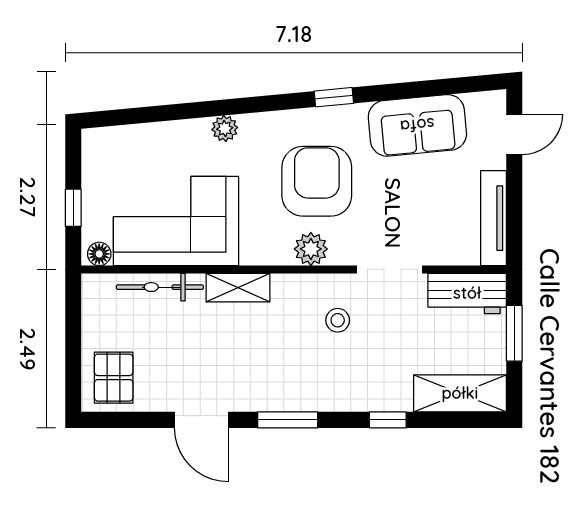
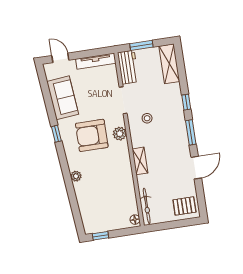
window: (73, 208) -> (101, 236), moved
corner sofa: (176, 221) -> (117, 190), removed
bicycle: (160, 287) -> (147, 206), moved
window: (388, 420) -> (186, 102), moved

